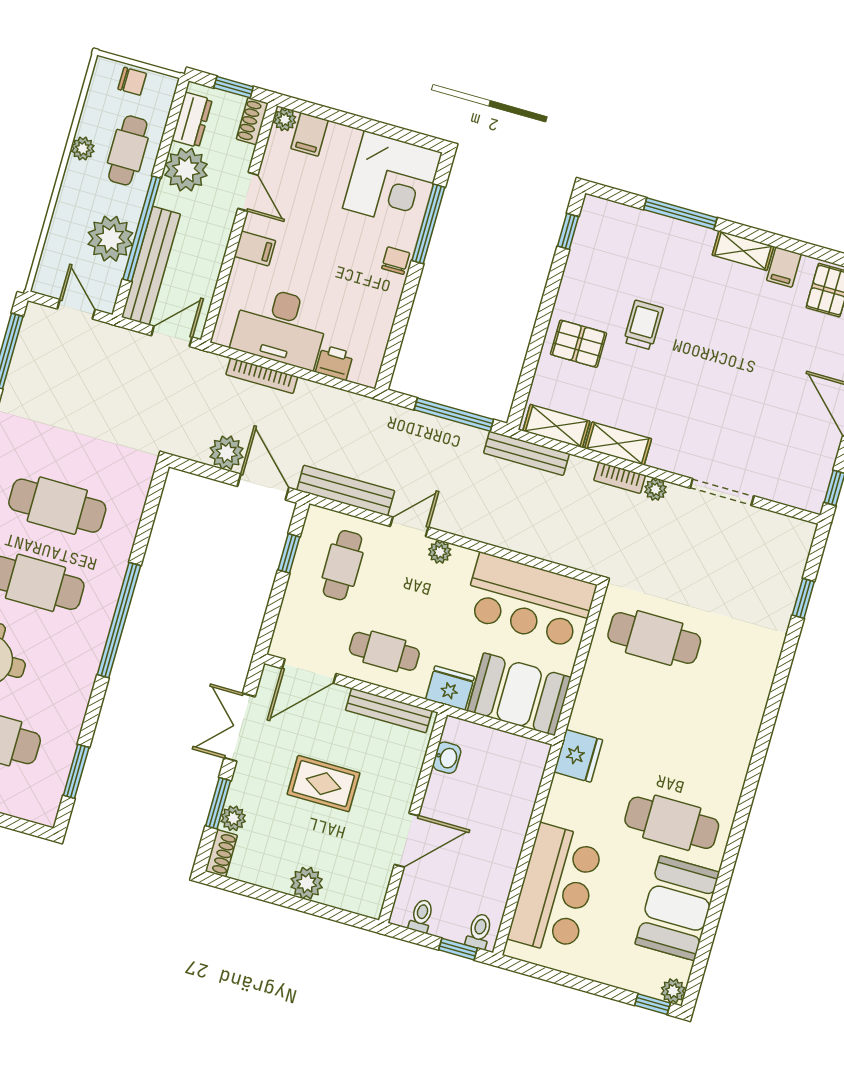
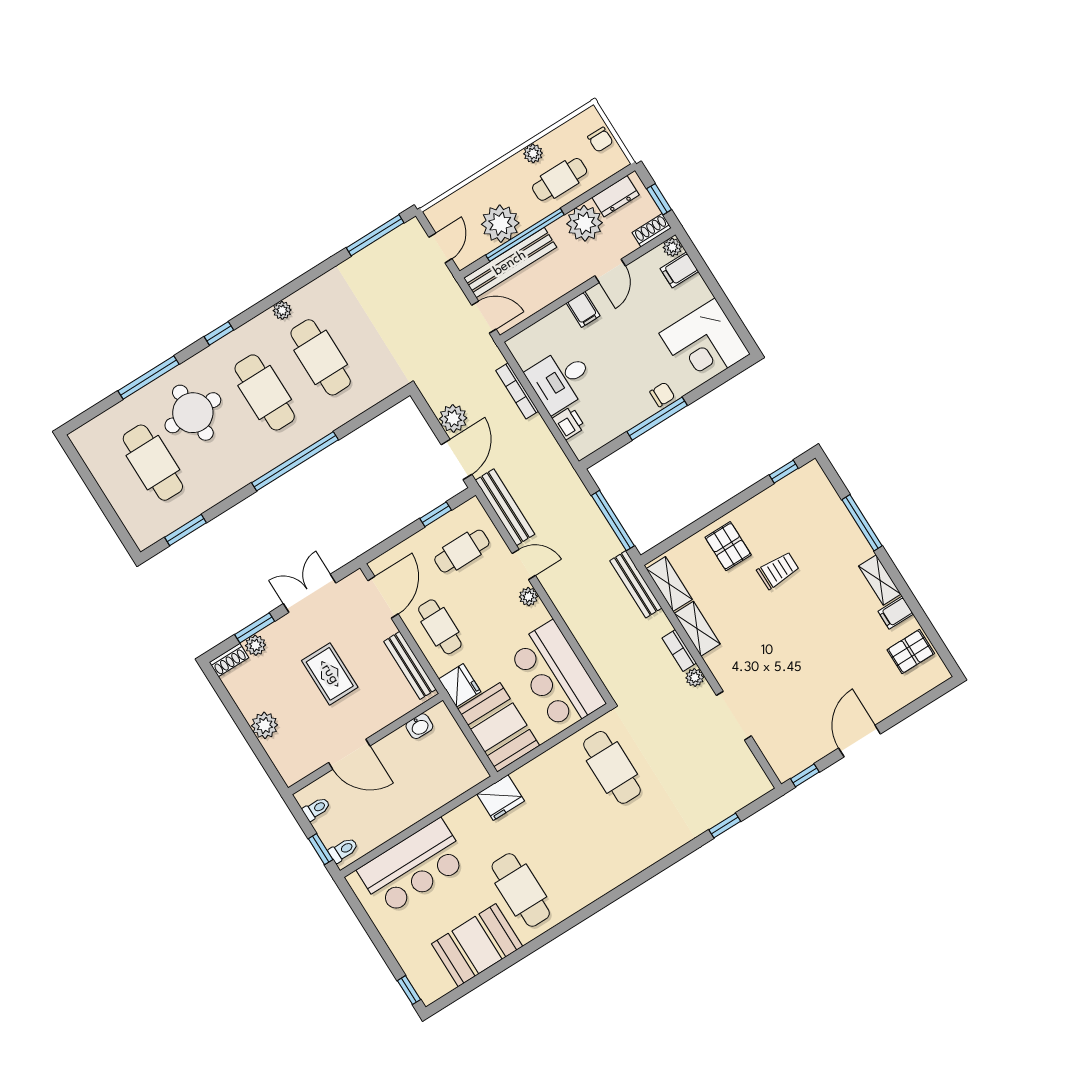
window: (428, 224) -> (657, 419), moved
desk: (280, 327) -> (561, 380), width x0.73
door: (309, 671) -> (383, 597), swing flipped
plant: (673, 991) -> (429, 993), removed

